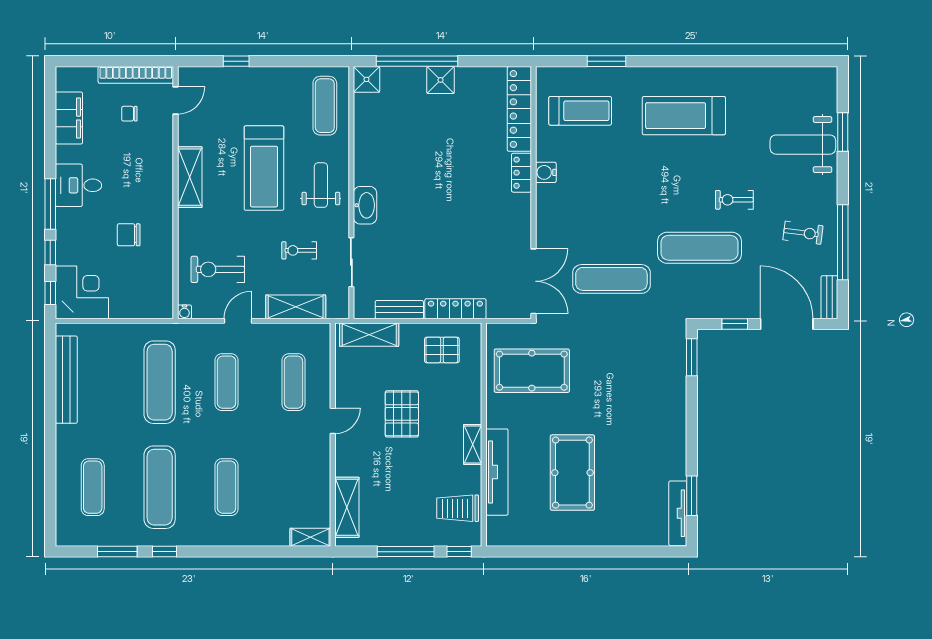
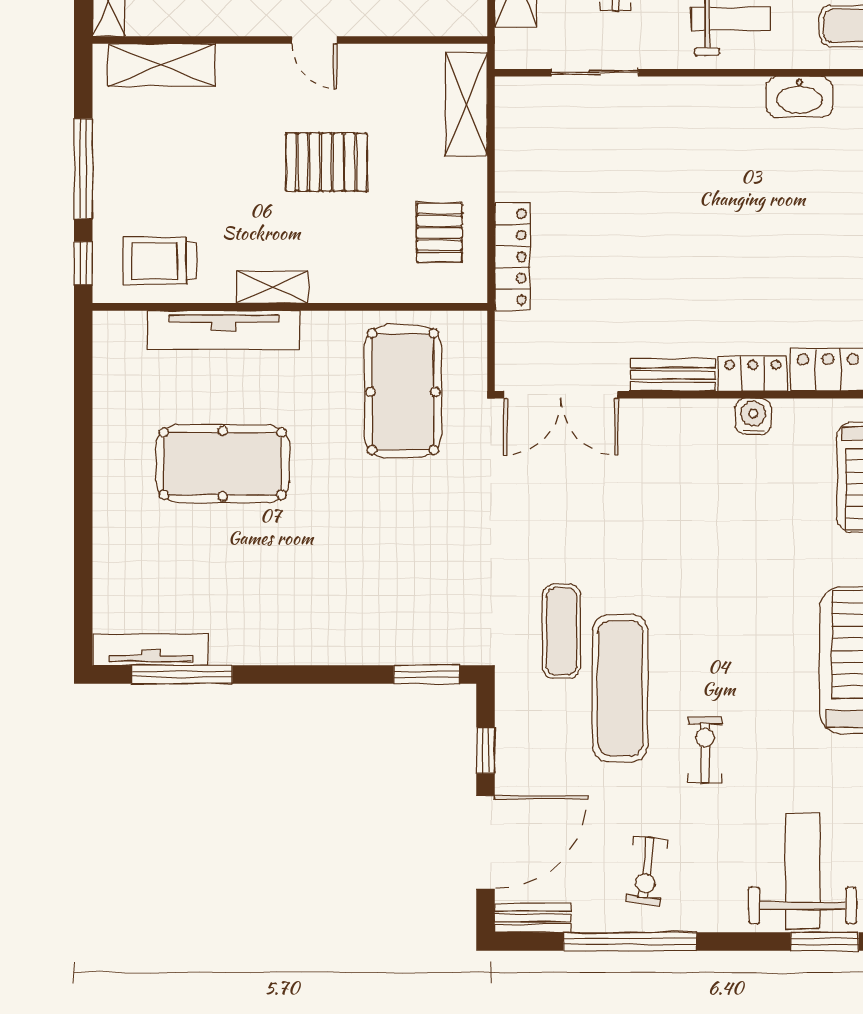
washbasin: (365, 205) -> (799, 97), moved
exercise mat: (611, 279) -> (561, 631), moved, width x0.73, depth x0.69
bench: (399, 310) -> (673, 375), moved, turned 90
window: (692, 496) -> (182, 674), width x1.44
trolley: (458, 508) -> (160, 261), turned -90

